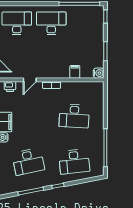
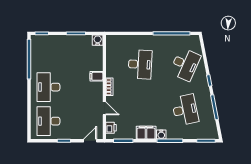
filing cabinet: (75, 72) -> (96, 76), moved
desk: (74, 161) -> (185, 64), turned 30

